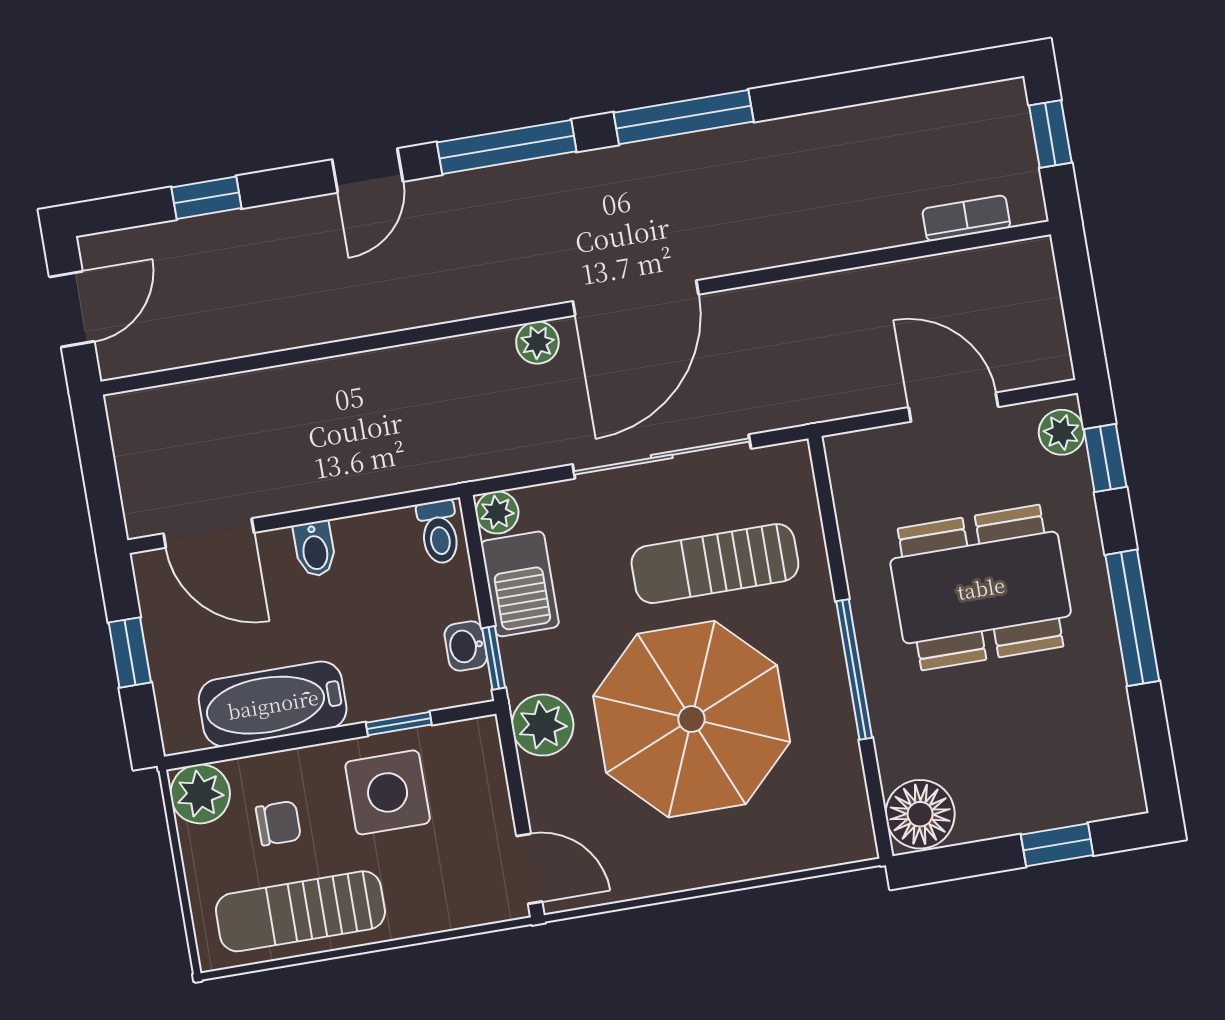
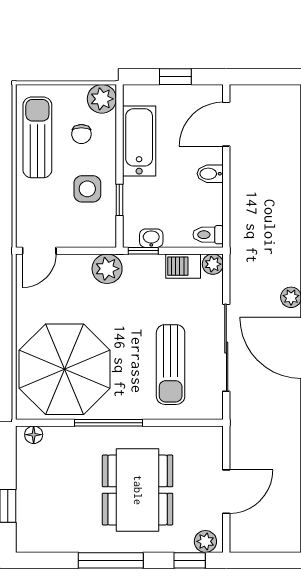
sun lounger: (715, 564) -> (171, 365), turned 180
barbecue: (520, 584) -> (183, 266), width x0.73, depth x0.79
parasol: (692, 719) -> (65, 369), moved
side table: (388, 792) -> (87, 189), width x0.73, depth x0.73
floor lamp: (920, 814) -> (34, 435), width x0.53, depth x0.53

